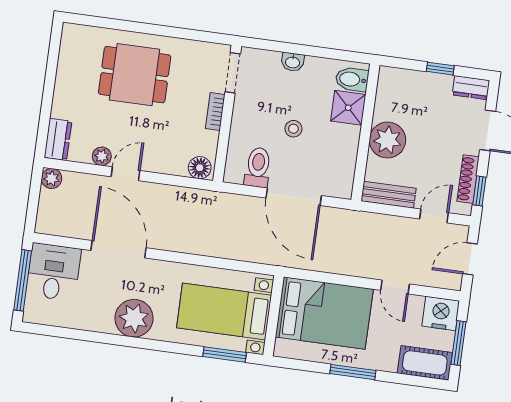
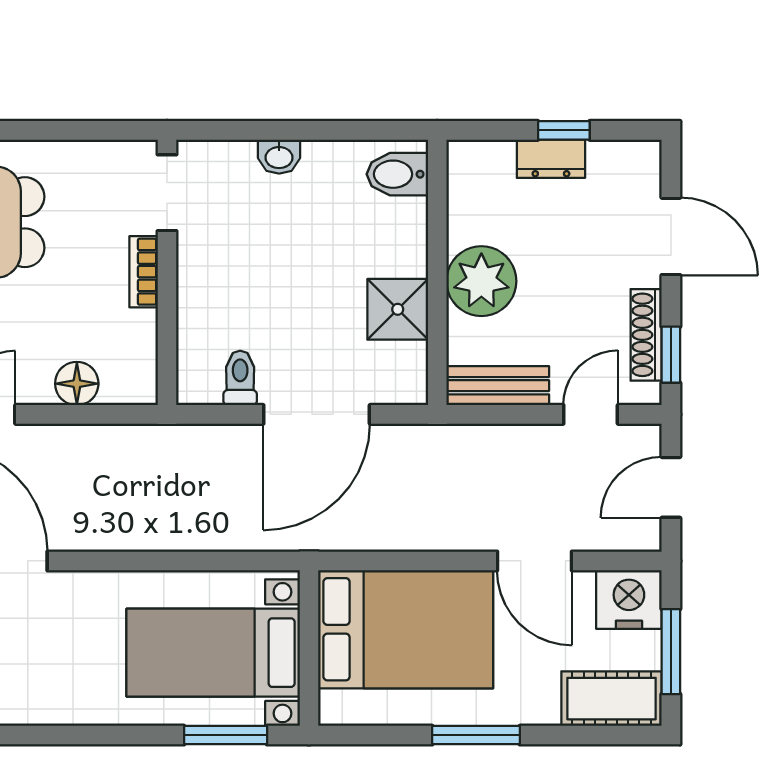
dresser: (471, 88) -> (551, 159), moved
shower: (348, 108) -> (398, 309), moved
stool: (293, 129) -> (298, 284), removed
toilet: (258, 167) -> (240, 378), width x0.73, depth x0.72
floor lamp: (200, 168) -> (77, 384), moved
door: (294, 197) -> (317, 414), hinge flipped
door: (395, 287) -> (535, 561), width x1.38
plant: (134, 318) -> (42, 689), removed

